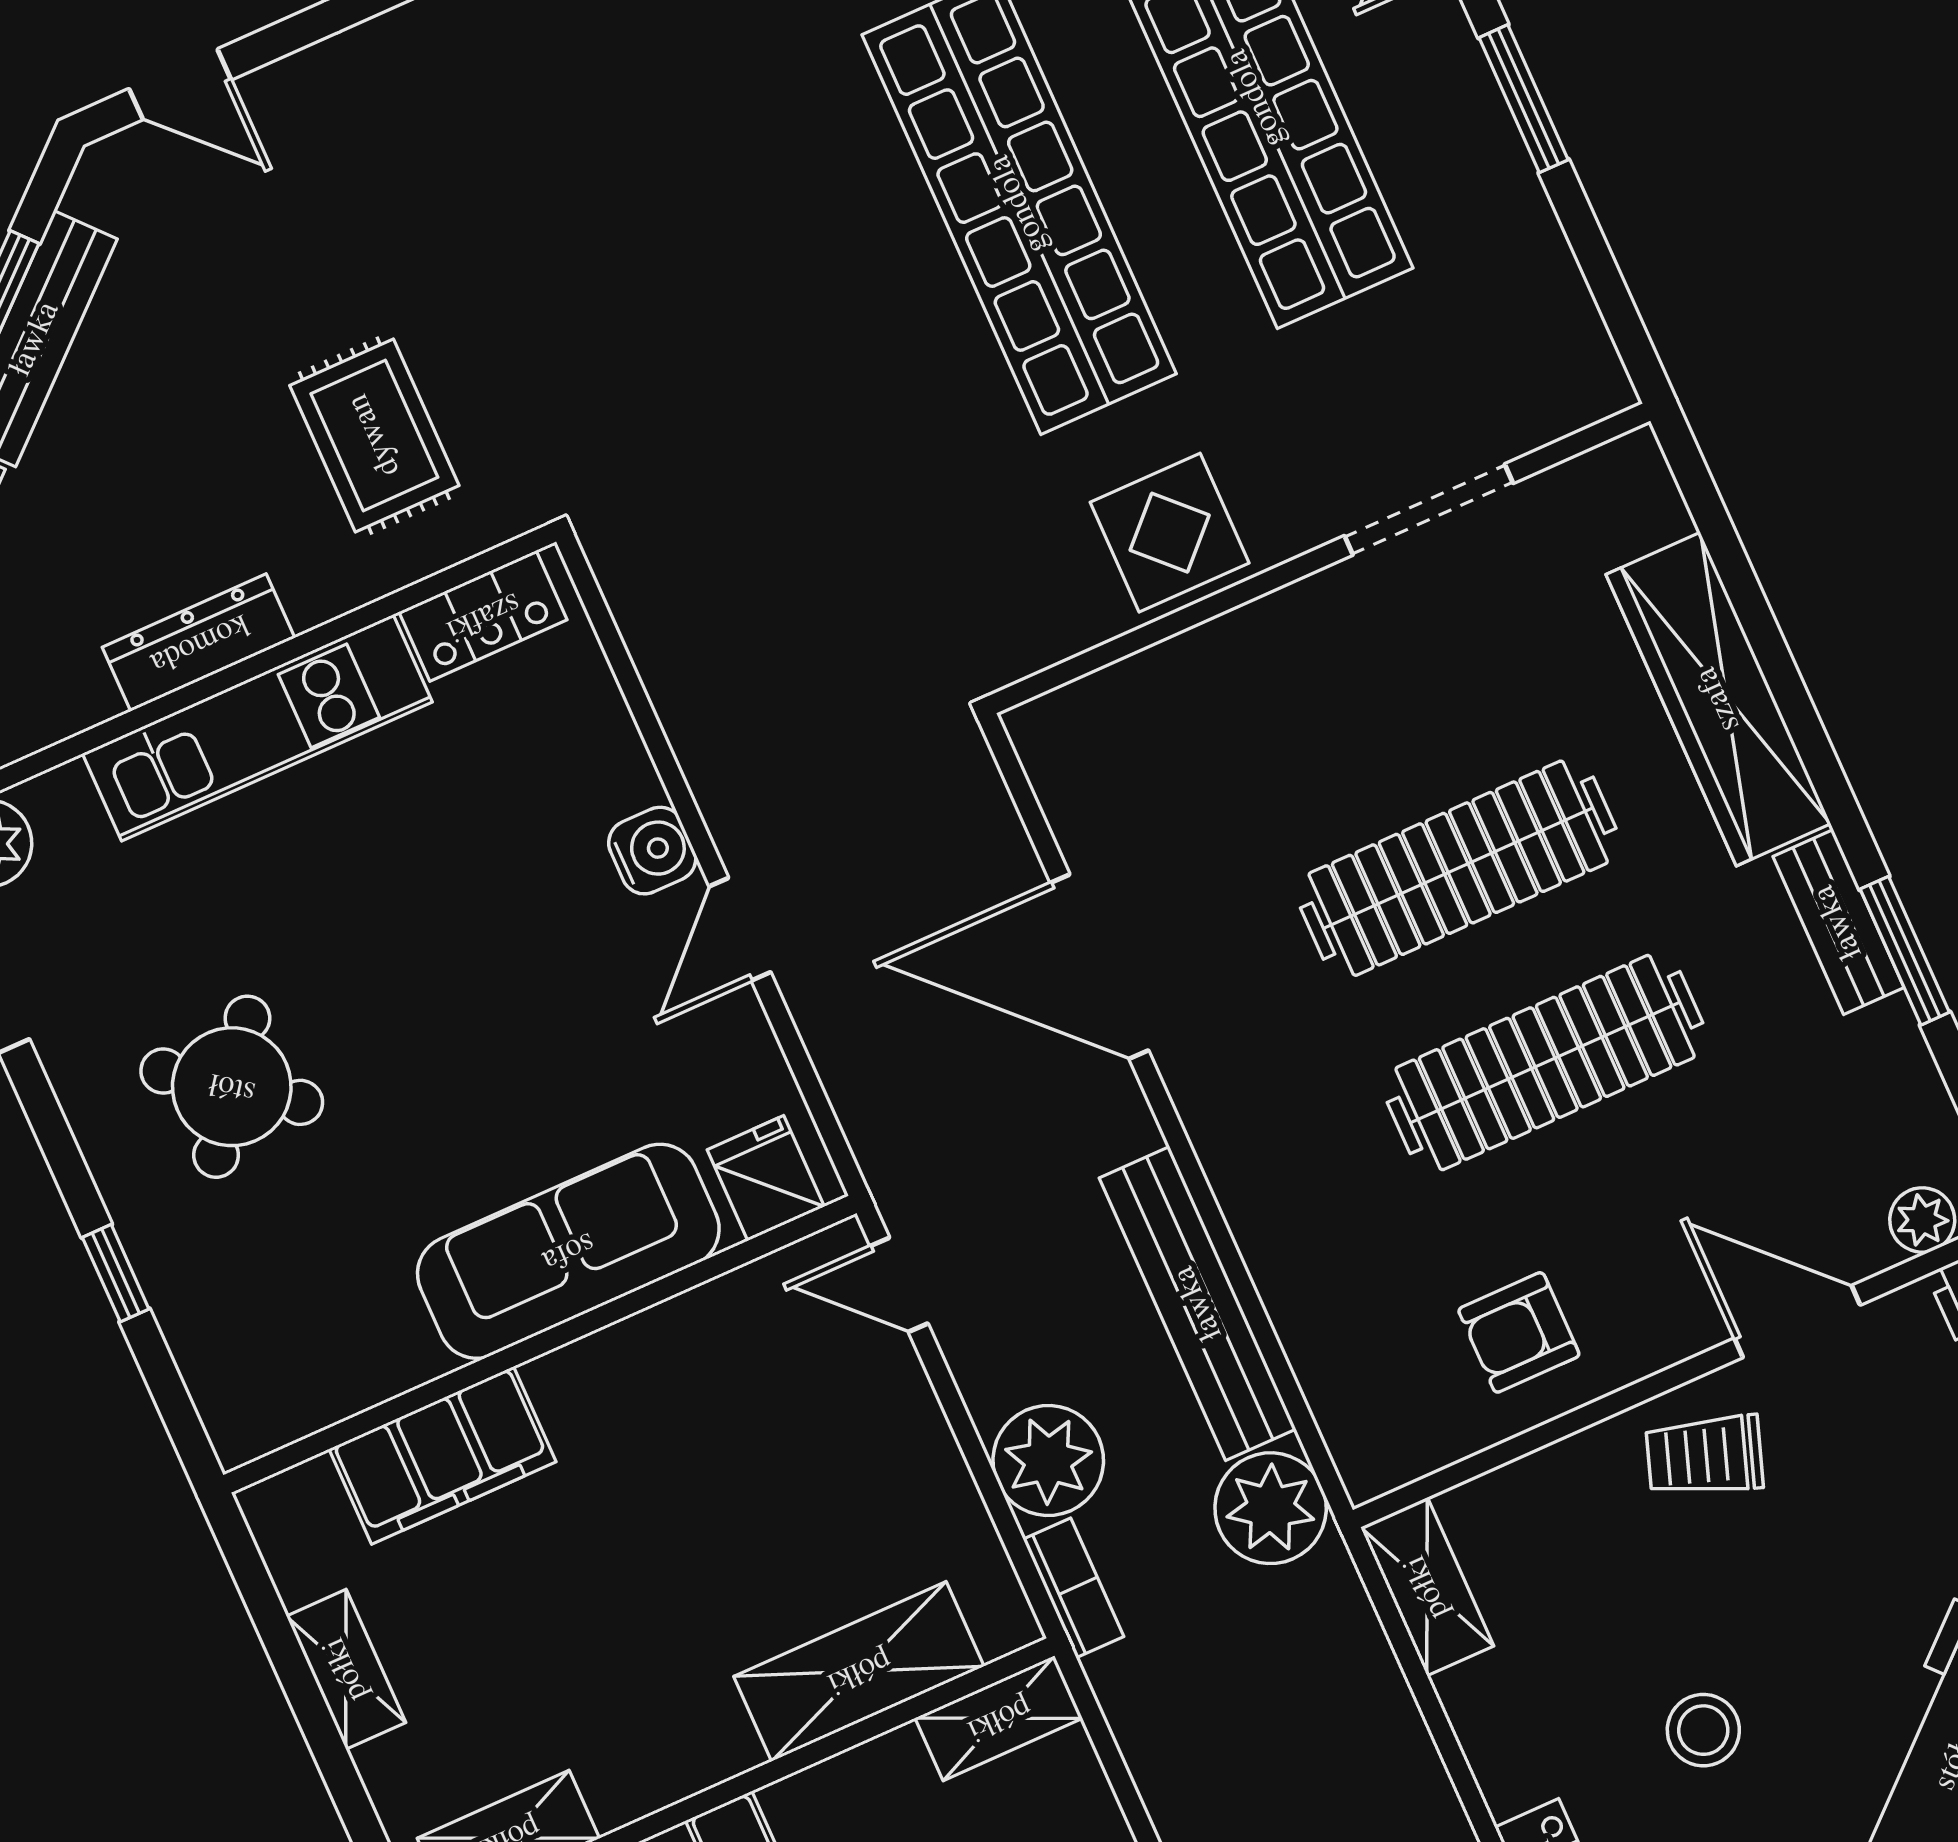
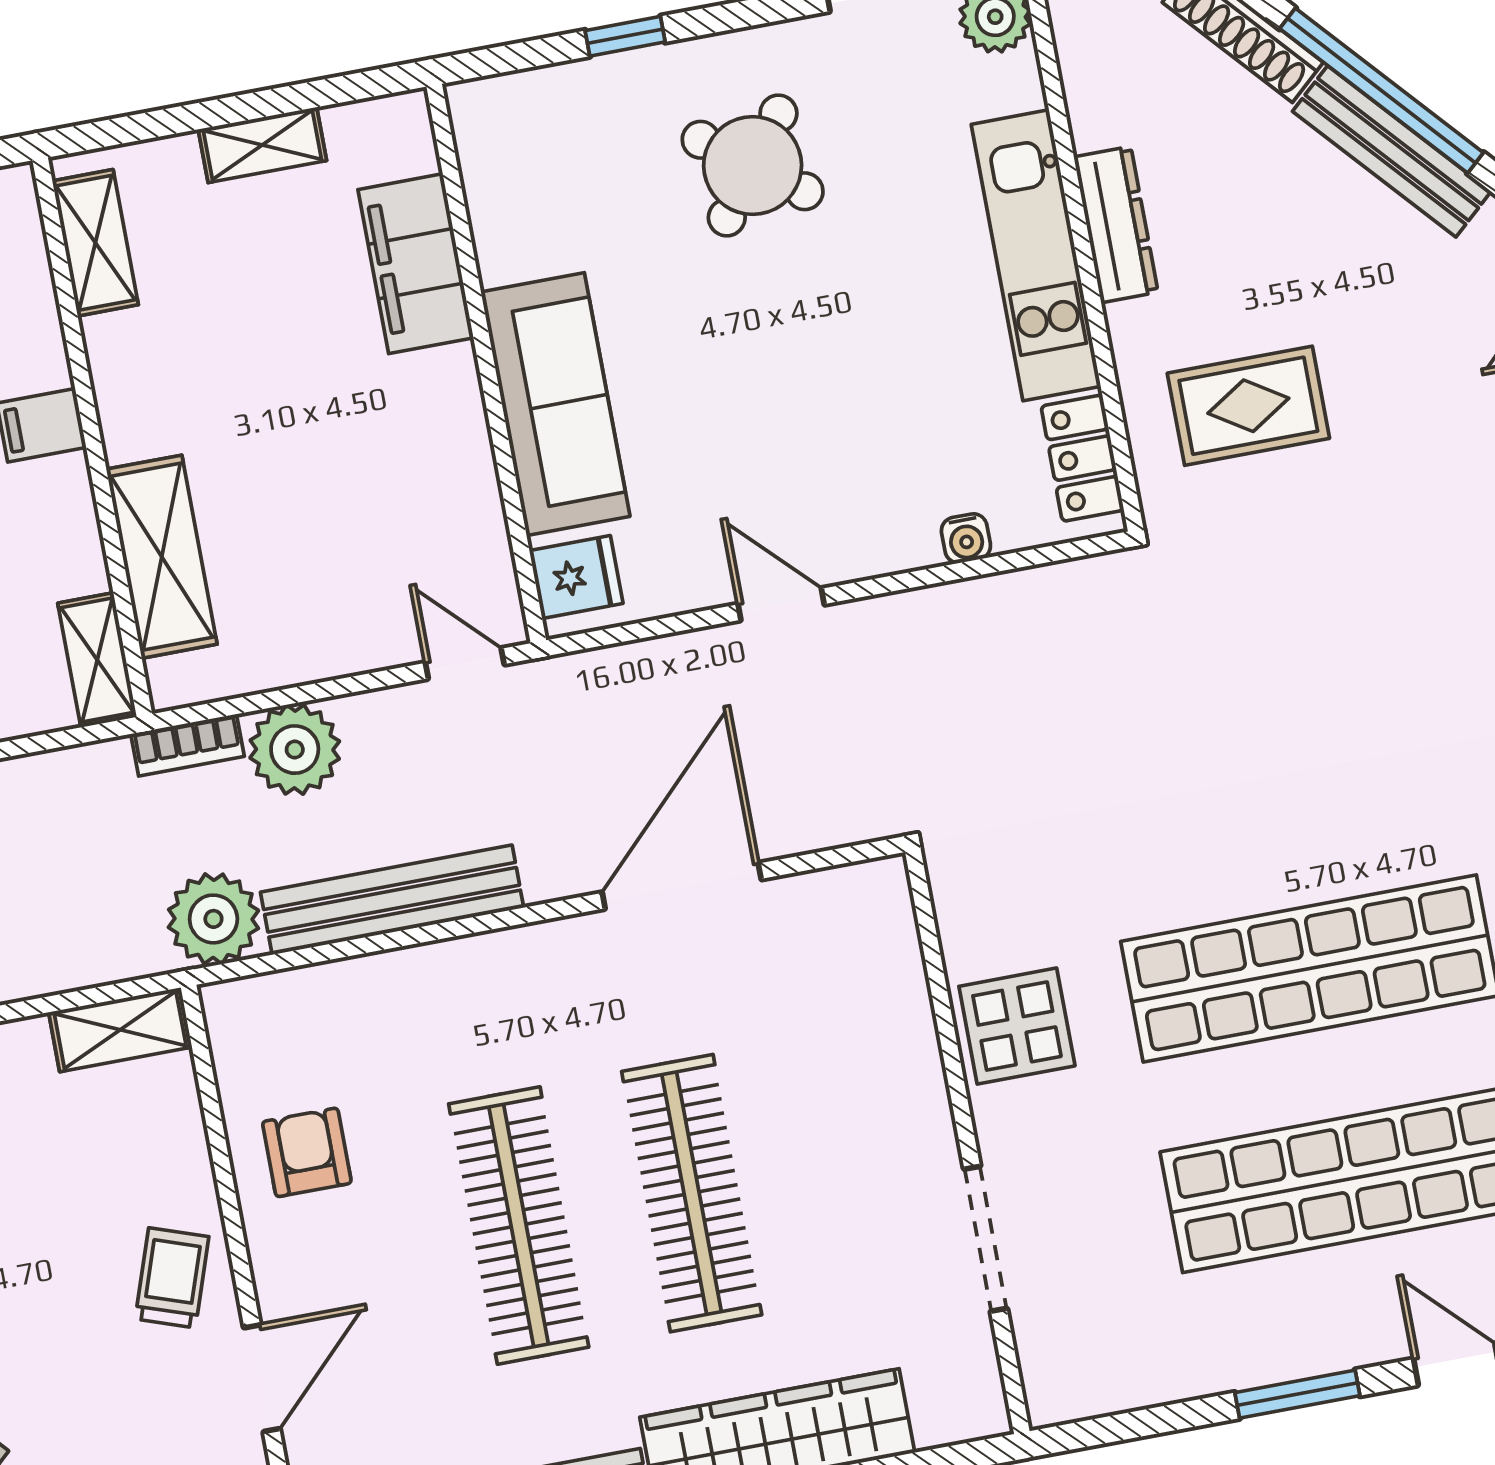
water cooler: (652, 851) -> (966, 538), moved, width x0.72, depth x0.72
door: (899, 1285) -> (465, 663), hinge flipped

